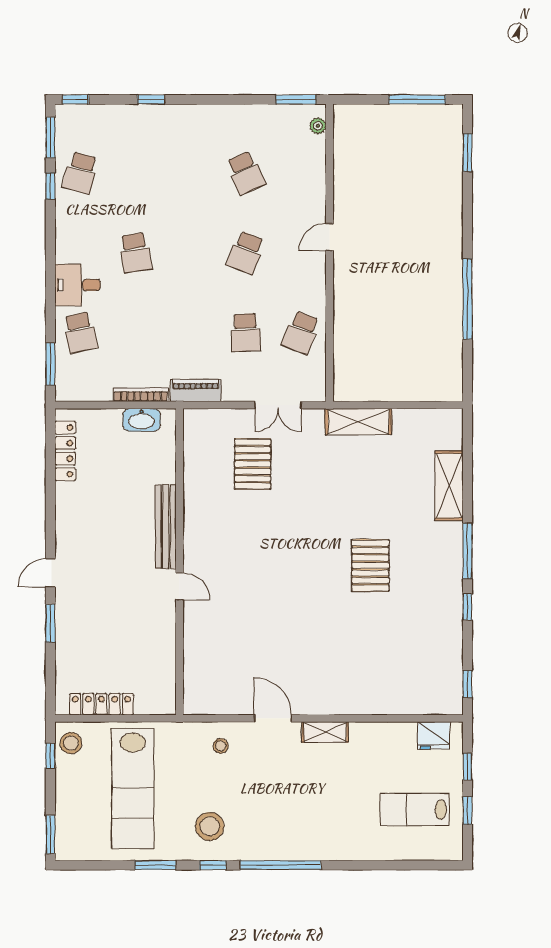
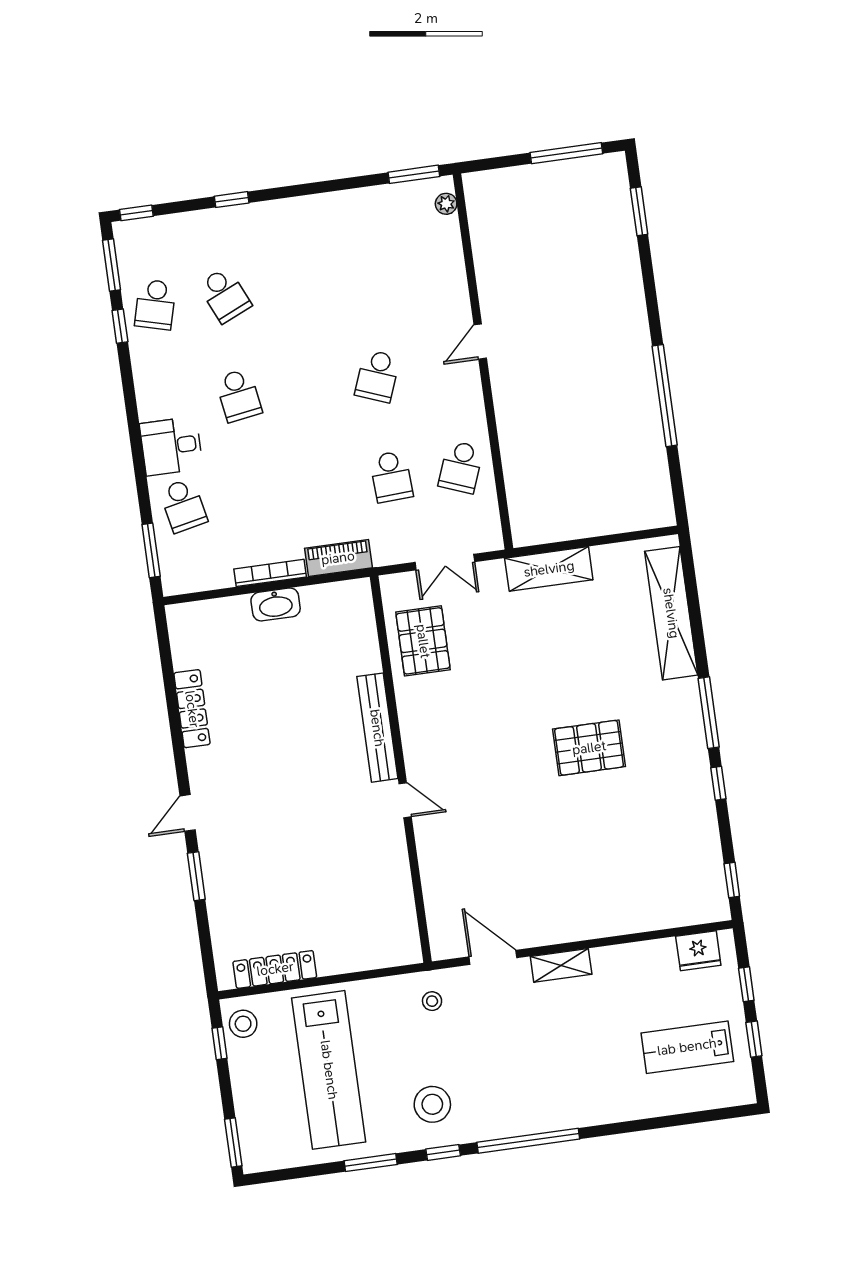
school desk: (246, 173) -> (225, 295), moved
locker: (65, 451) -> (192, 709), moved
shelving: (449, 486) -> (671, 613), width x1.47
bench: (166, 527) -> (377, 728), moved
wall: (179, 562) -> (401, 769), moved
pallet: (370, 565) -> (589, 748), turned 90
door: (179, 586) -> (405, 800), moved

